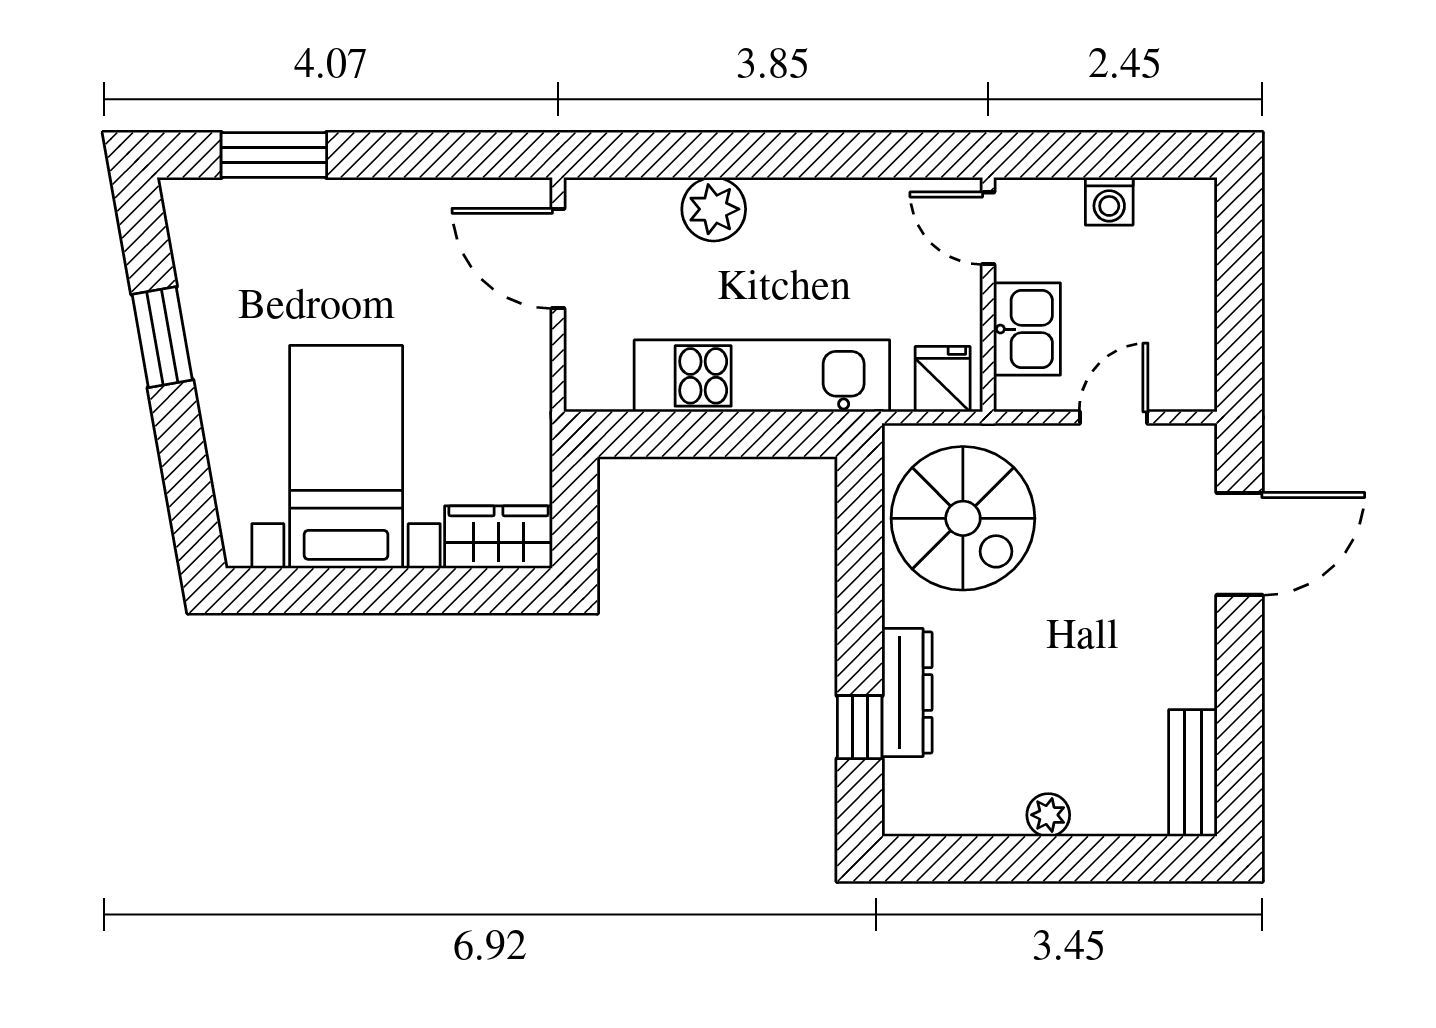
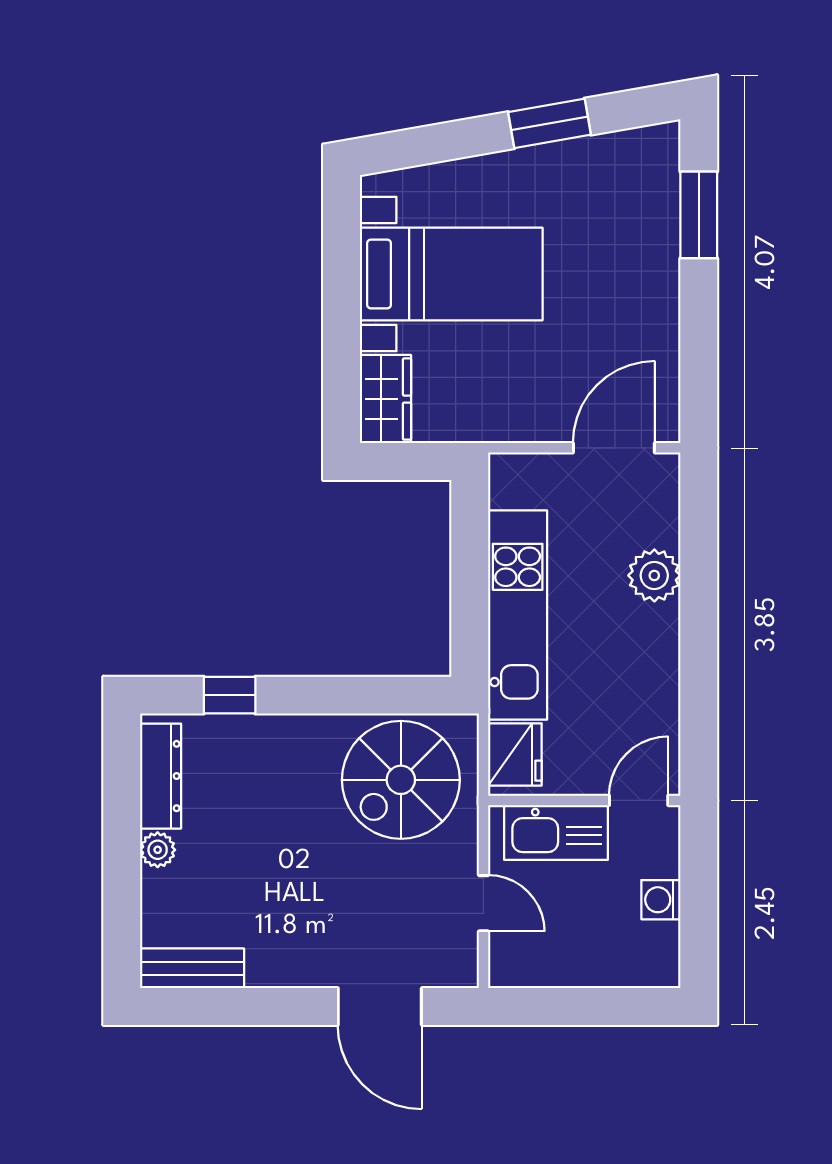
kitchen sink: (1027, 329) -> (556, 832), width x1.38
fridge: (943, 379) -> (515, 754), width x1.38
dresser: (907, 692) -> (161, 776), moved, turned -90

